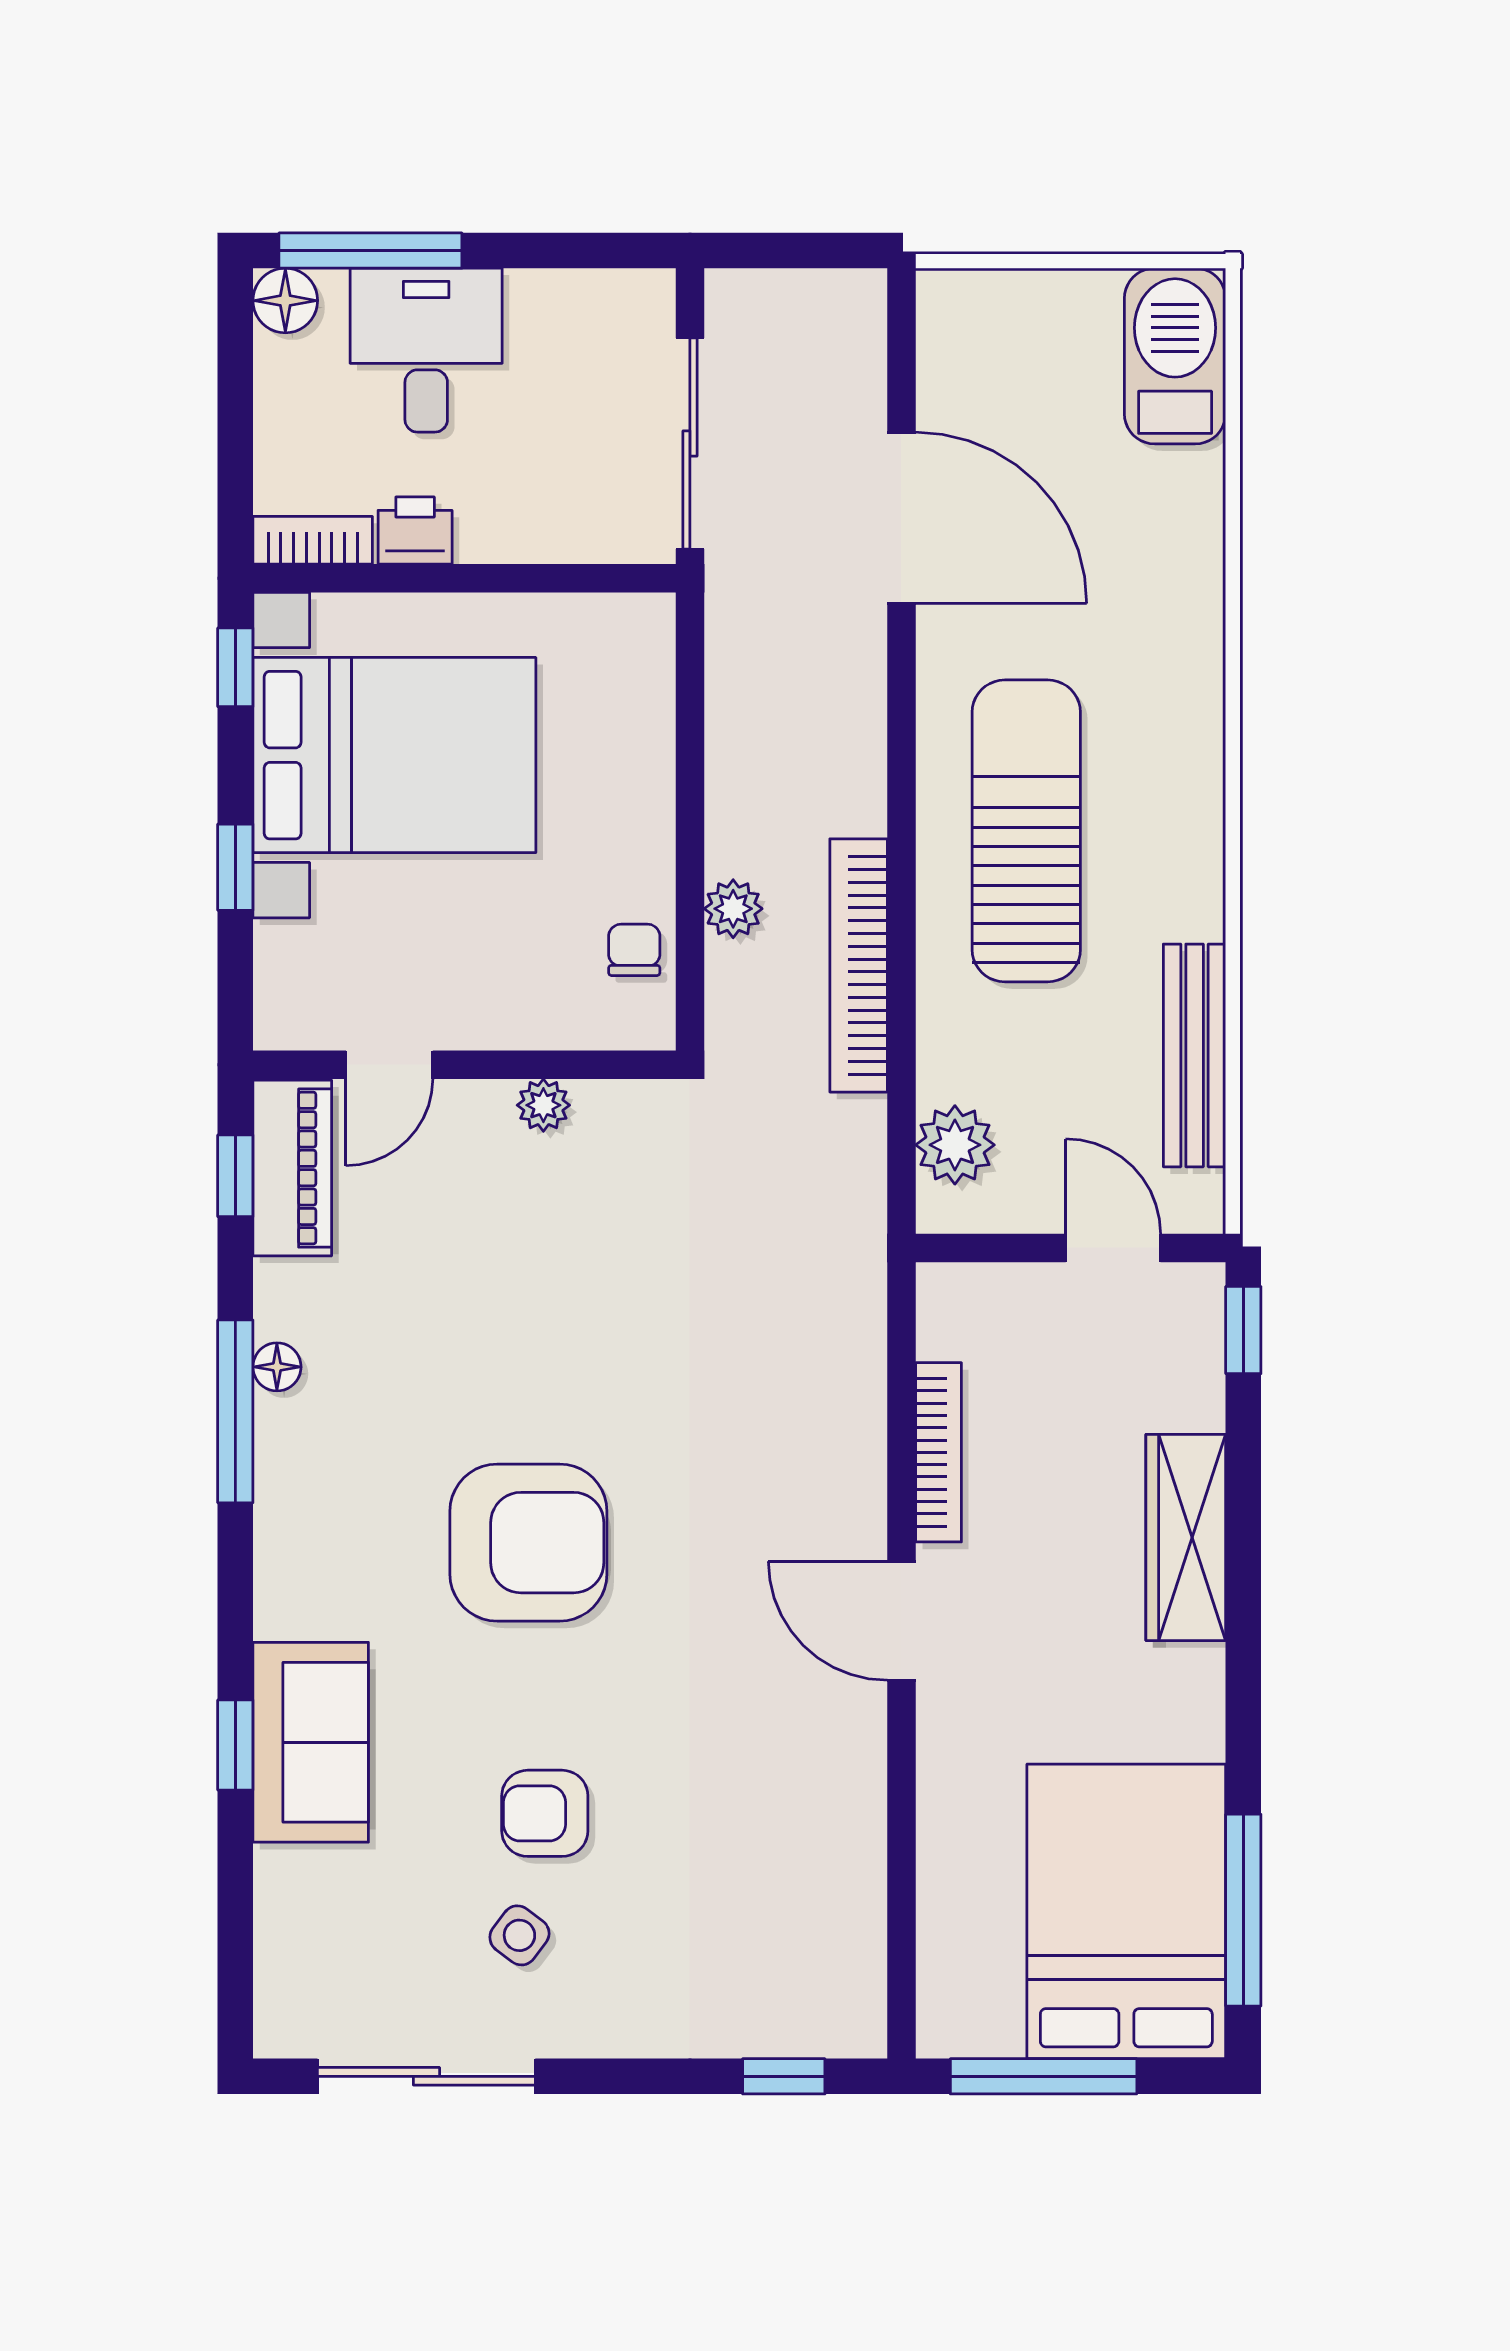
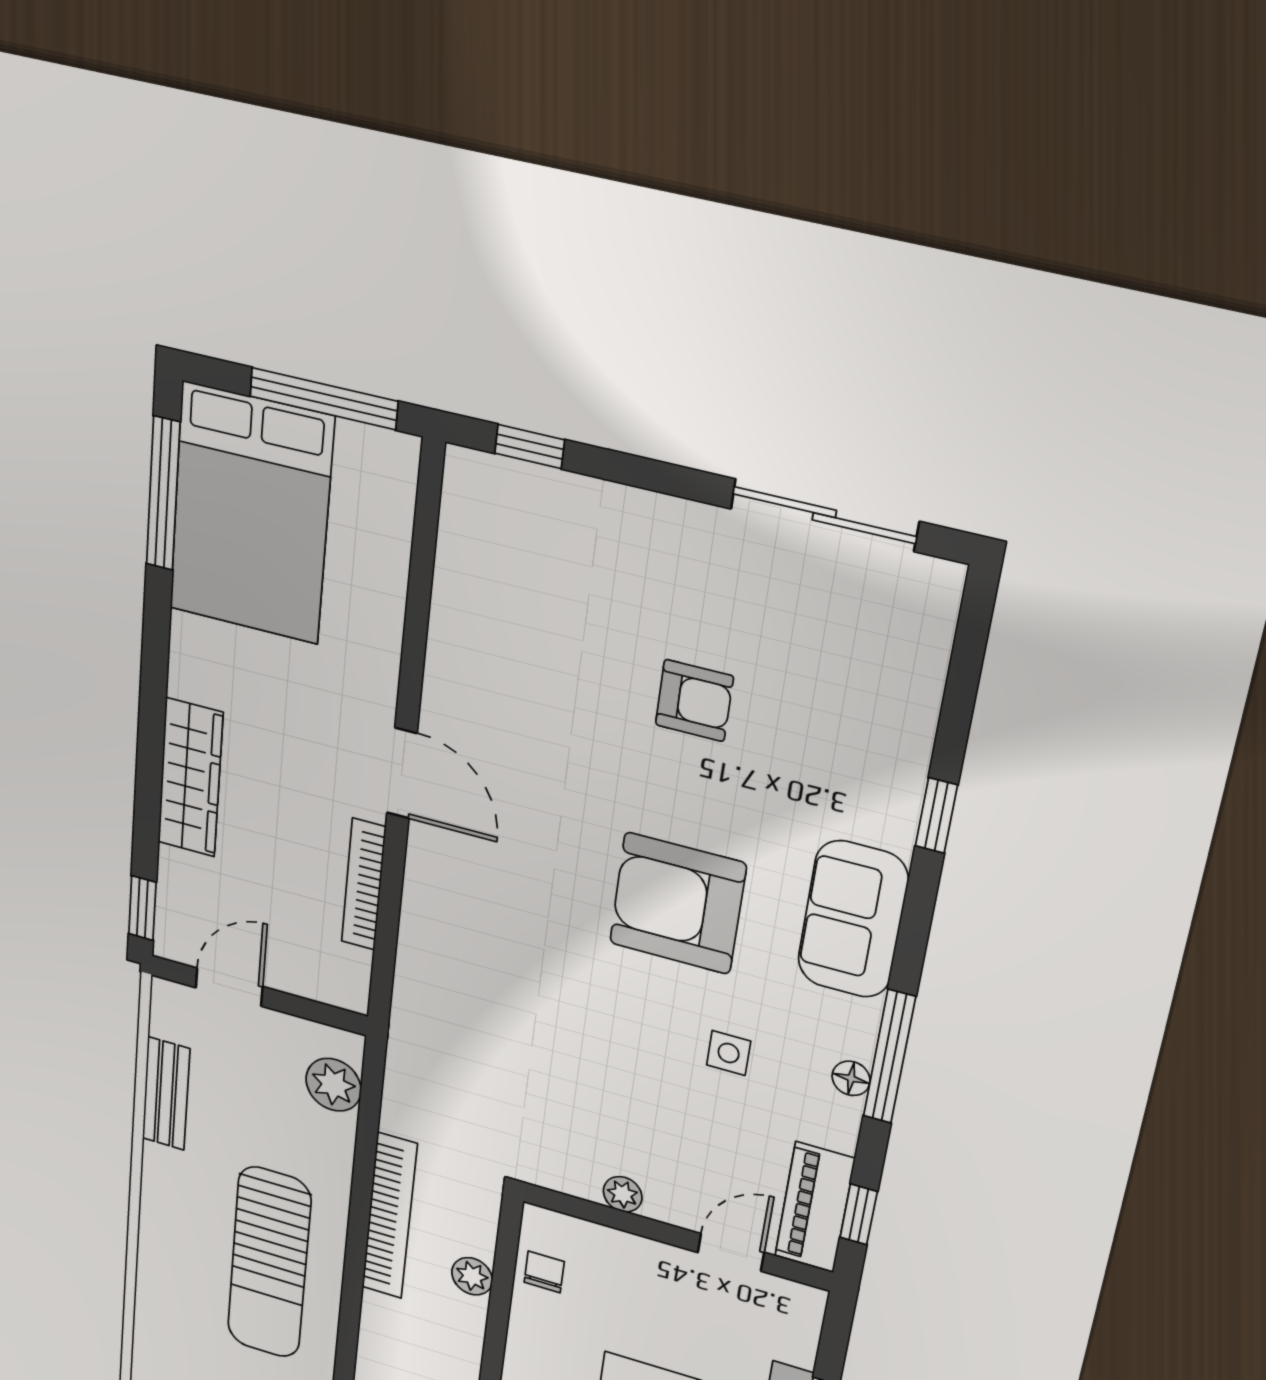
chair: (634, 950) -> (544, 1272), turned 180
bench: (1195, 1055) -> (166, 1094), width x0.73
door: (1113, 1248) -> (229, 987), swing flipped
sofa: (311, 1742) -> (853, 919), moved
side table: (519, 1935) -> (729, 1053), moved, turned -37

